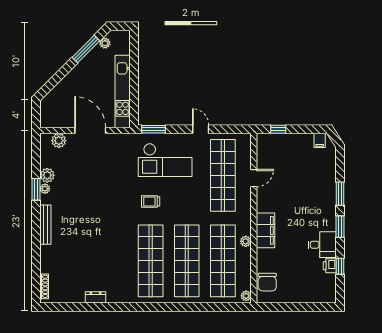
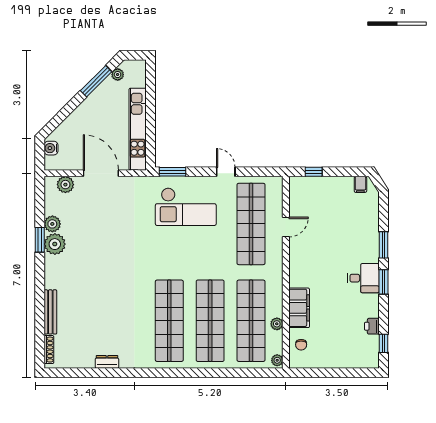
water cooler: (46, 108) -> (51, 148), added
plant: (45, 189) -> (55, 244), width x1.88, depth x1.88
trolley: (151, 201) -> (169, 254), removed
bench: (45, 225) -> (50, 312), moved
filing cabinet: (265, 230) -> (299, 308), moved
plant: (246, 241) -> (277, 324), moved
desk: (322, 245) -> (363, 278), moved
window: (340, 266) -> (383, 343), moved
chair: (267, 282) -> (301, 345), width x0.54, depth x0.54

